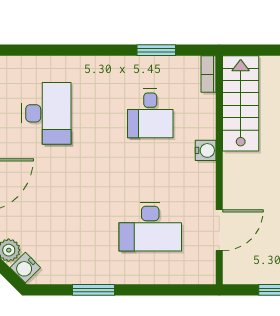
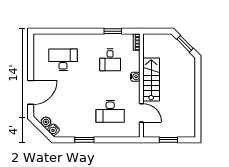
stairs: (241, 103) -> (151, 79), moved
desk: (46, 113) -> (63, 60), turned -90
door: (219, 230) -> (141, 113), hinge flipped

